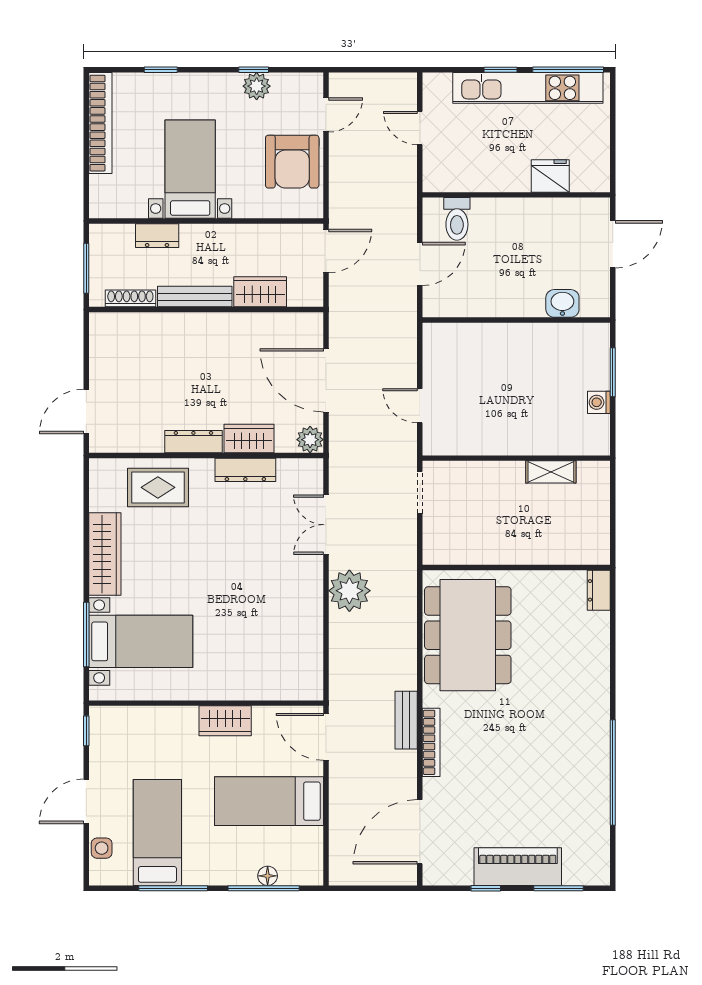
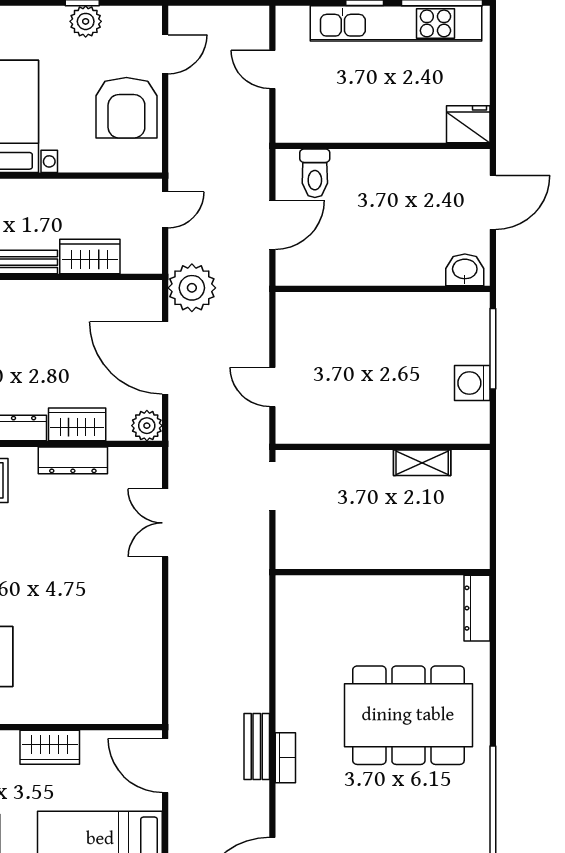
fridge: (550, 176) -> (468, 124), moved
door: (326, 251) -> (165, 210), width x0.73
washbasin: (562, 303) -> (465, 270), moved
window: (613, 372) -> (493, 349), width x1.44
washing machine: (599, 402) -> (472, 383), width x1.38, depth x1.38
dresser: (599, 590) -> (477, 608), width x1.44
plant: (349, 591) -> (192, 288), moved
dining table: (468, 635) -> (408, 715), moved, turned 90
bookcase: (431, 742) -> (285, 758), width x0.64

